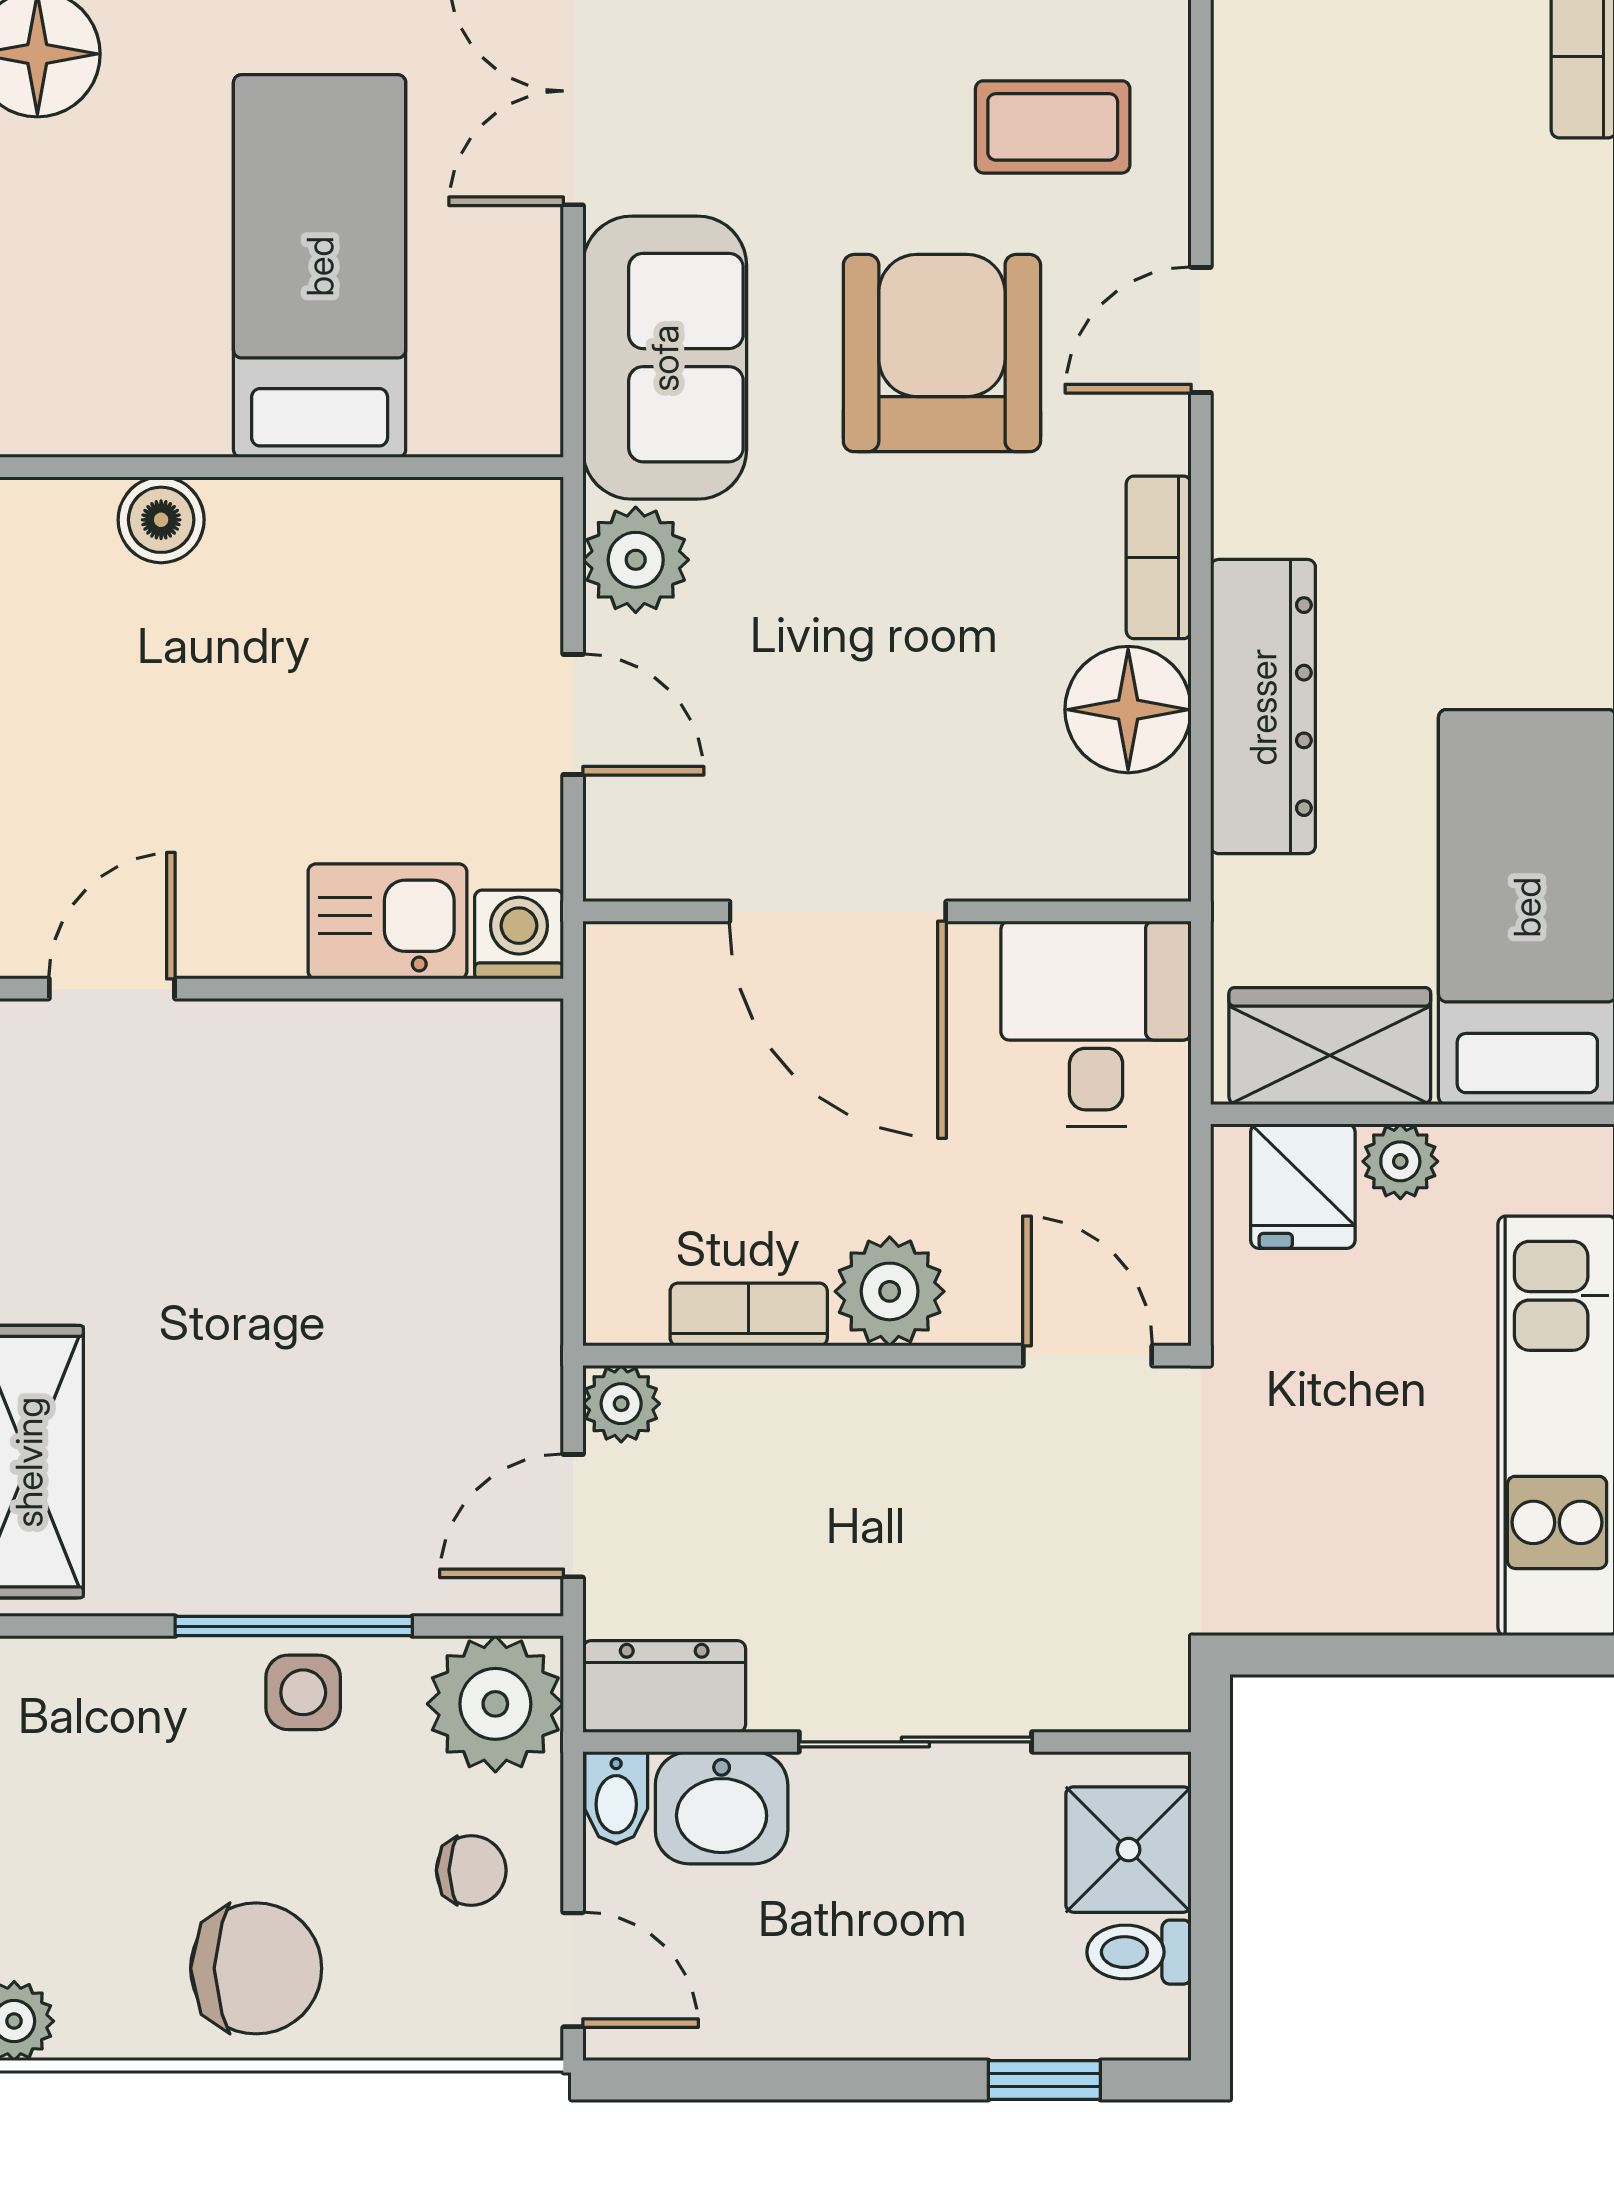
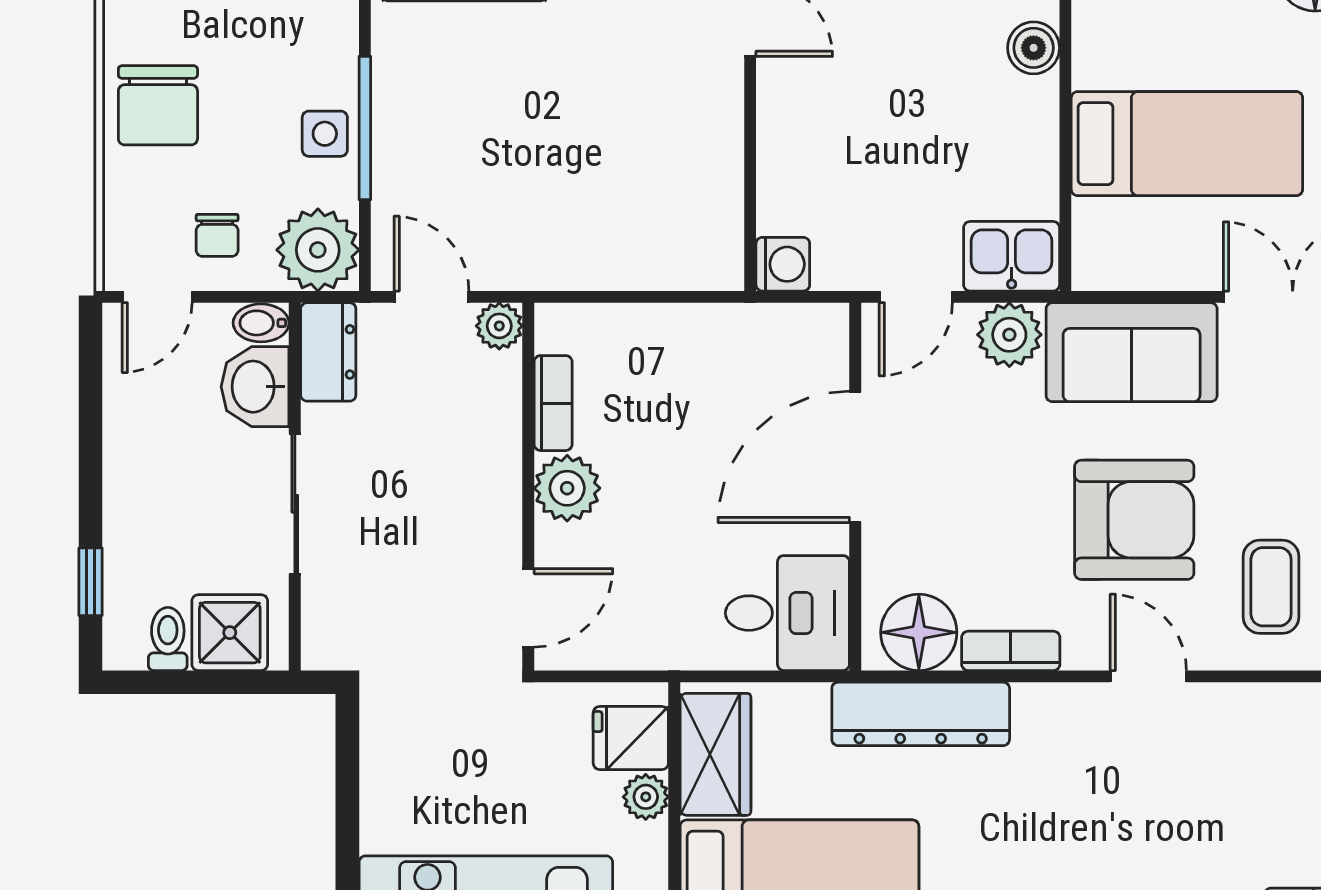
door: (838, 911) -> (855, 457), moved
wall: (887, 911) -> (855, 487), moved
kitchen sink: (387, 921) -> (1012, 256), moved, turned -90
desk: (1096, 1024) -> (787, 613), moved

